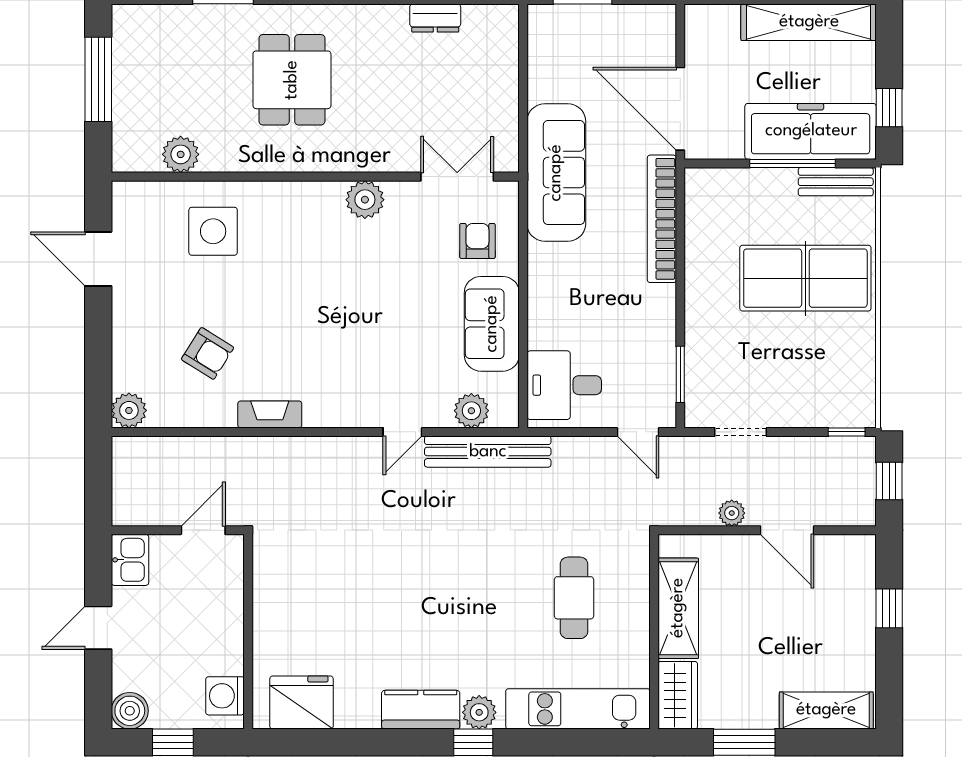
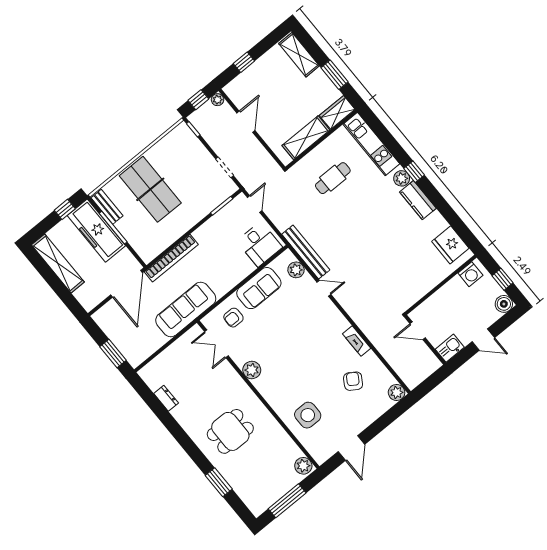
plant: (181, 154) -> (303, 466), moved
plant: (732, 513) -> (218, 100), moved

